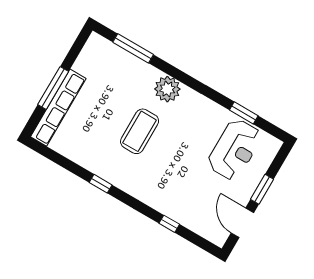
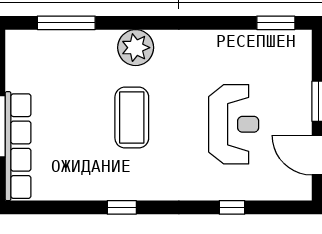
window: (244, 113) -> (276, 23), moved
reception desk: (235, 150) -> (234, 124), moved

